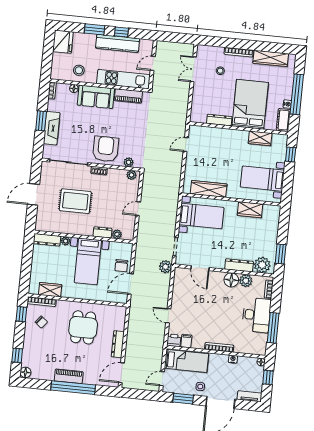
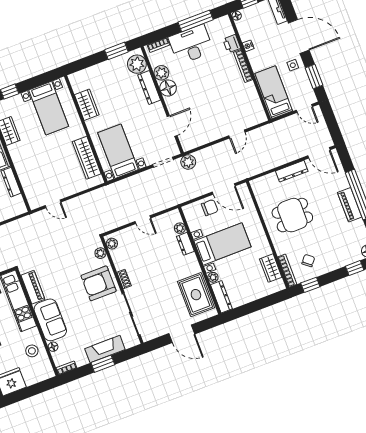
rug: (75, 201) -> (196, 295), moved
printer: (174, 340) -> (232, 44), moved
filing cabinet: (186, 341) -> (253, 103), removed

